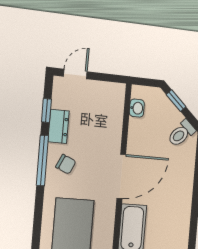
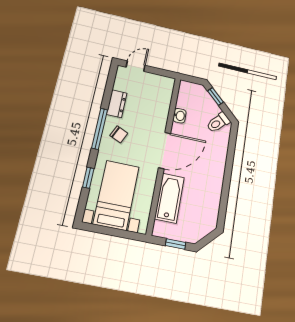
washbasin: (137, 108) -> (179, 116), moved
window: (46, 111) -> (88, 178), moved

